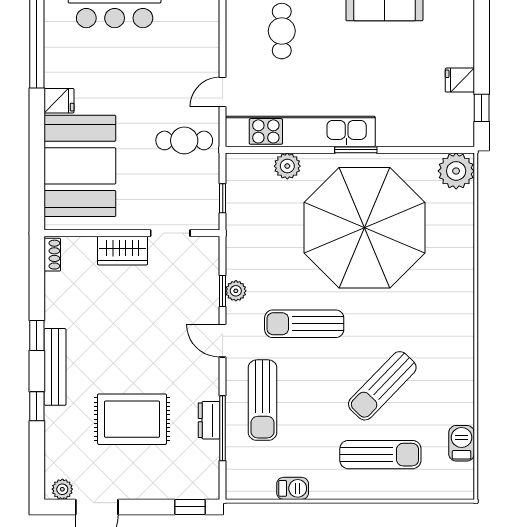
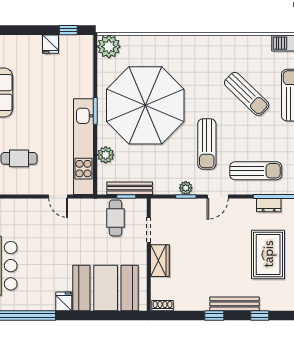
cafe table: (184, 140) -> (116, 218), moved
bench: (235, 204) -> (130, 188), added

